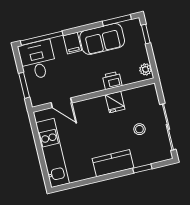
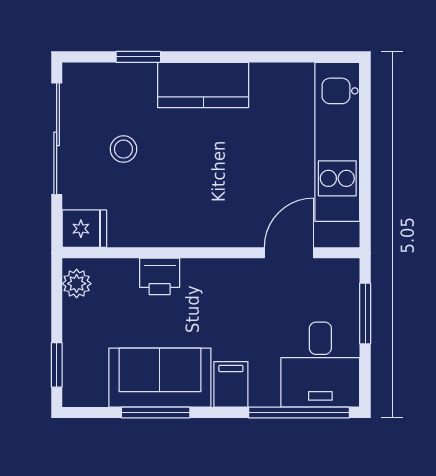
window: (117, 20) -> (156, 412), moved
fridge: (115, 102) -> (84, 229), moved, turned 90
door: (61, 103) -> (289, 253), hinge flipped

